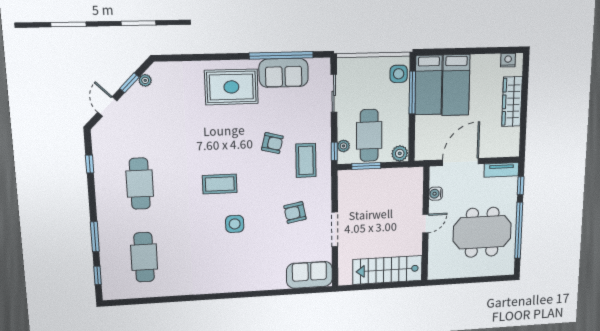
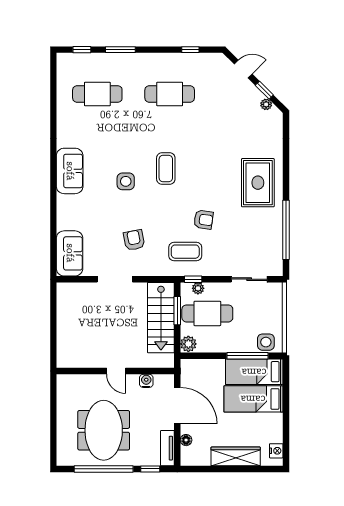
sofa: (284, 73) -> (70, 171), moved, turned 180
armchair: (272, 143) -> (203, 220), turned -96
floor lamp: (494, 152) -> (186, 440), added
stairs: (388, 270) -> (161, 318), moved, turned 180

